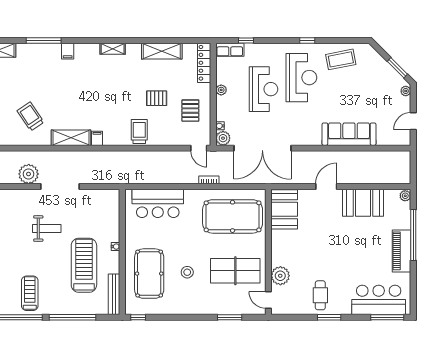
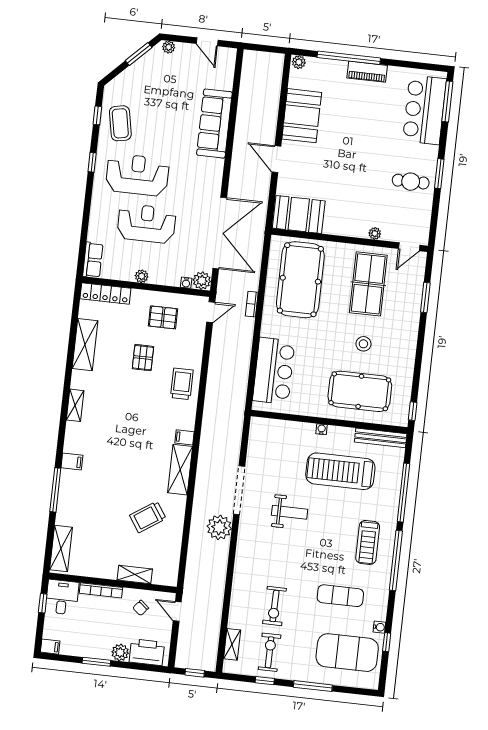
window: (246, 40) -> (97, 115), moved
trolley: (139, 132) -> (182, 384), turned 90
weight bench: (47, 229) -> (290, 512), turned 90
piano: (401, 251) -> (367, 72), width x0.73, depth x0.75
plant: (280, 276) -> (375, 233), width x0.53, depth x0.53
treadmill: (30, 293) -> (368, 542), turned -90

